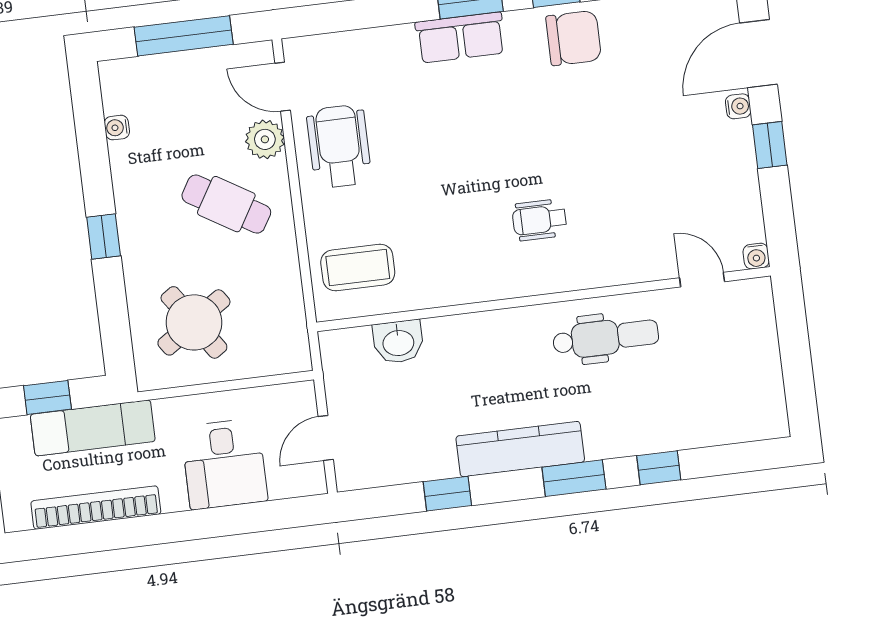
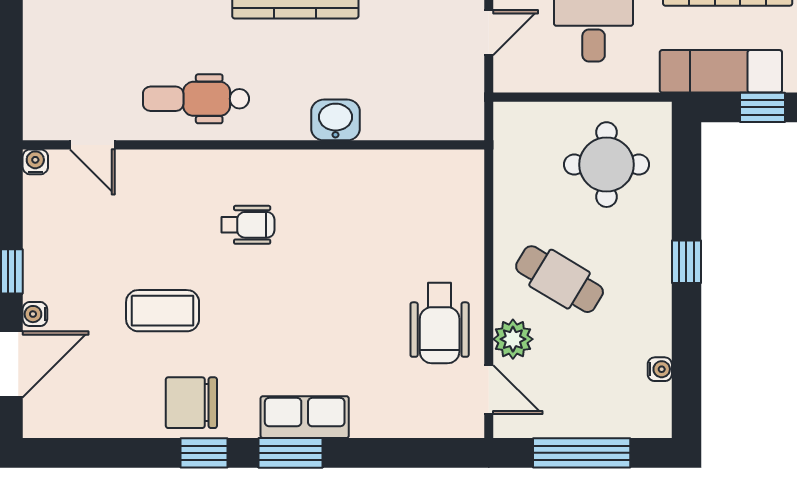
coffee table: (358, 267) -> (163, 311), moved
round table: (194, 322) -> (607, 165), turned 34
washbasin: (398, 342) -> (336, 120), moved

